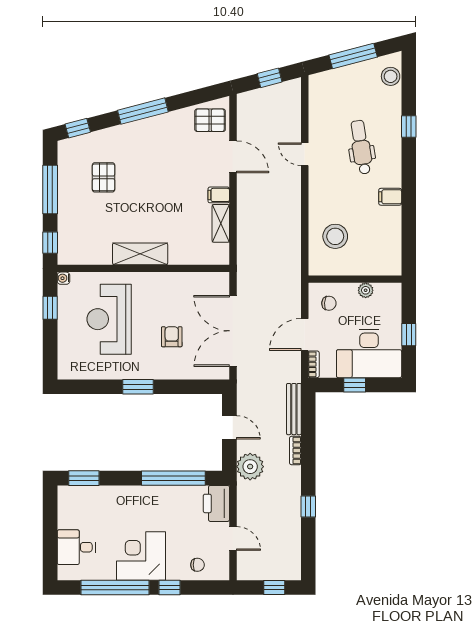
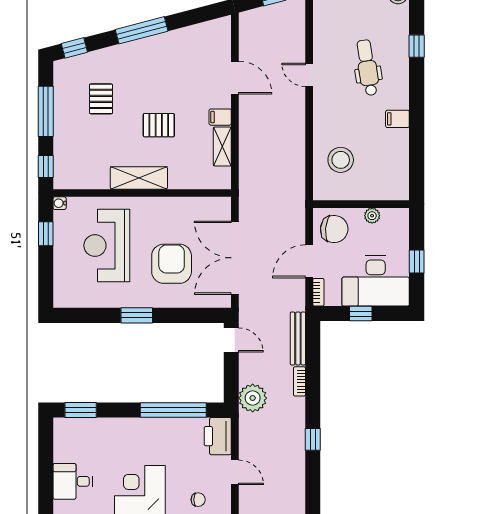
pallet: (210, 120) -> (159, 125), moved
chair: (329, 303) -> (334, 229), width x1.87, depth x1.87
armchair: (172, 337) -> (172, 264), width x1.88, depth x1.88
door: (229, 427) -> (231, 340), moved

